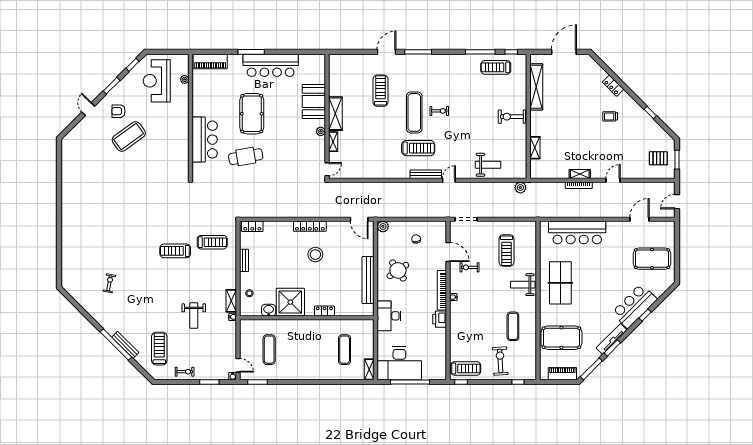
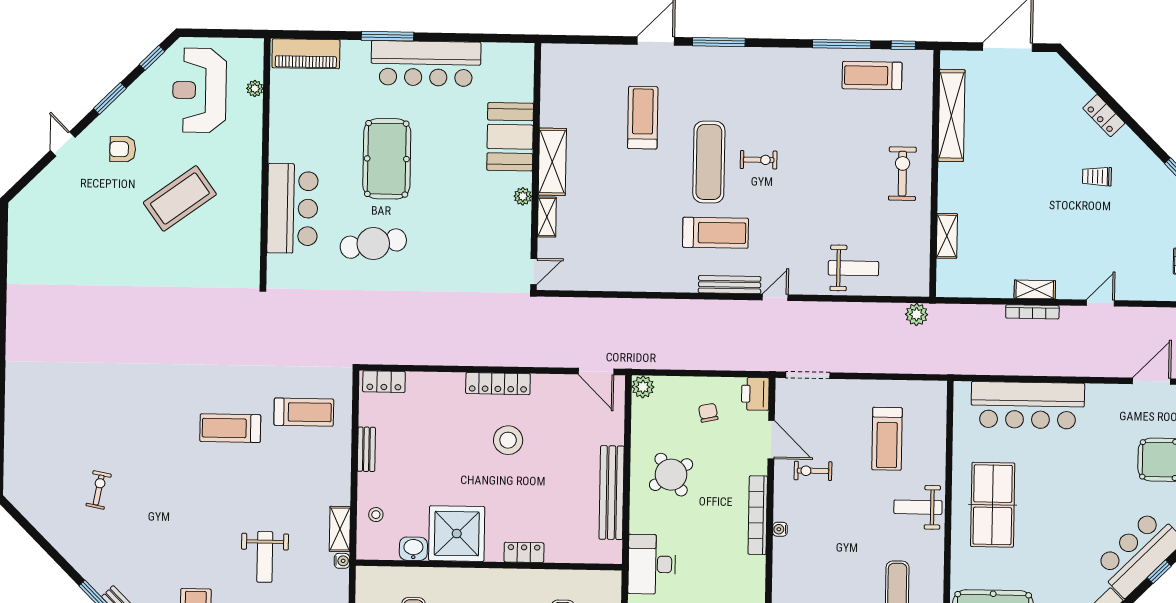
exercise bike: (512, 117) -> (902, 174), turned 90
coffee table: (129, 136) -> (180, 198), moved
printer: (440, 319) -> (755, 394), moved

